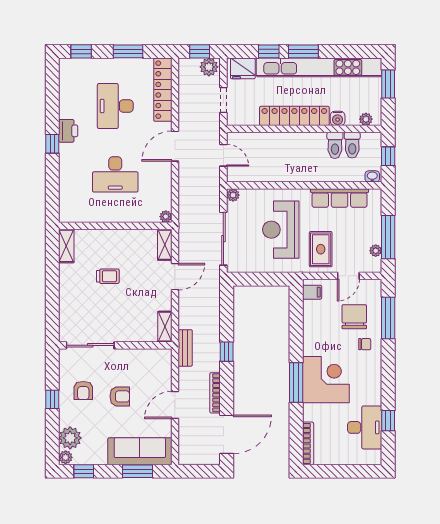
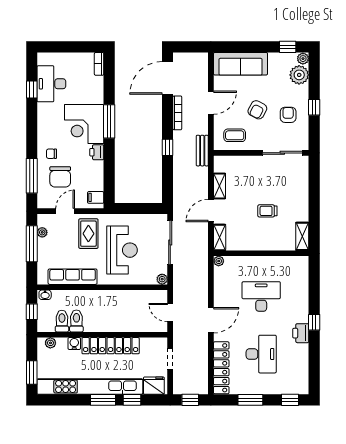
plant: (209, 67) -> (182, 387), removed
shelving: (165, 327) -> (219, 186), moved
printer: (311, 346) -> (97, 152), added
coffee table: (147, 366) -> (235, 135), added
armchair: (120, 396) -> (257, 110), turned -62
bookcase: (308, 443) -> (99, 64), width x0.64
window: (137, 471) -> (243, 47), removed

